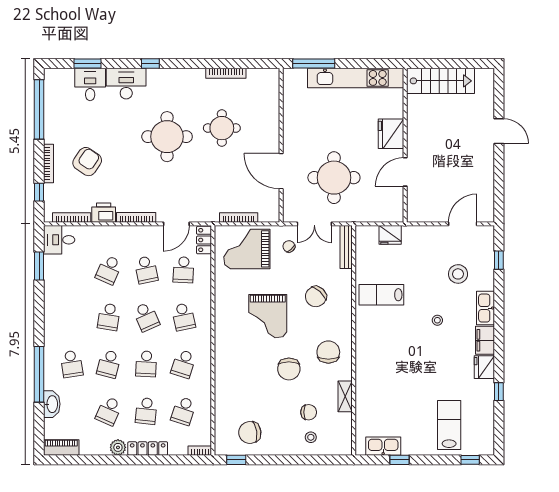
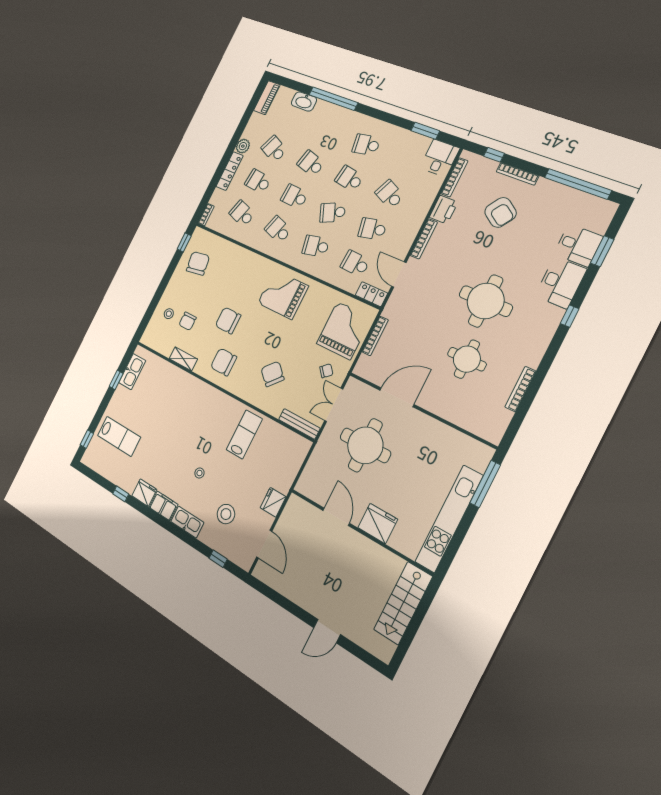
fridge: (390, 235) -> (273, 502), moved
grand piano: (268, 316) -> (283, 295), moved
chair: (328, 352) -> (224, 362), turned 180
school desk: (72, 364) -> (366, 145), moved

